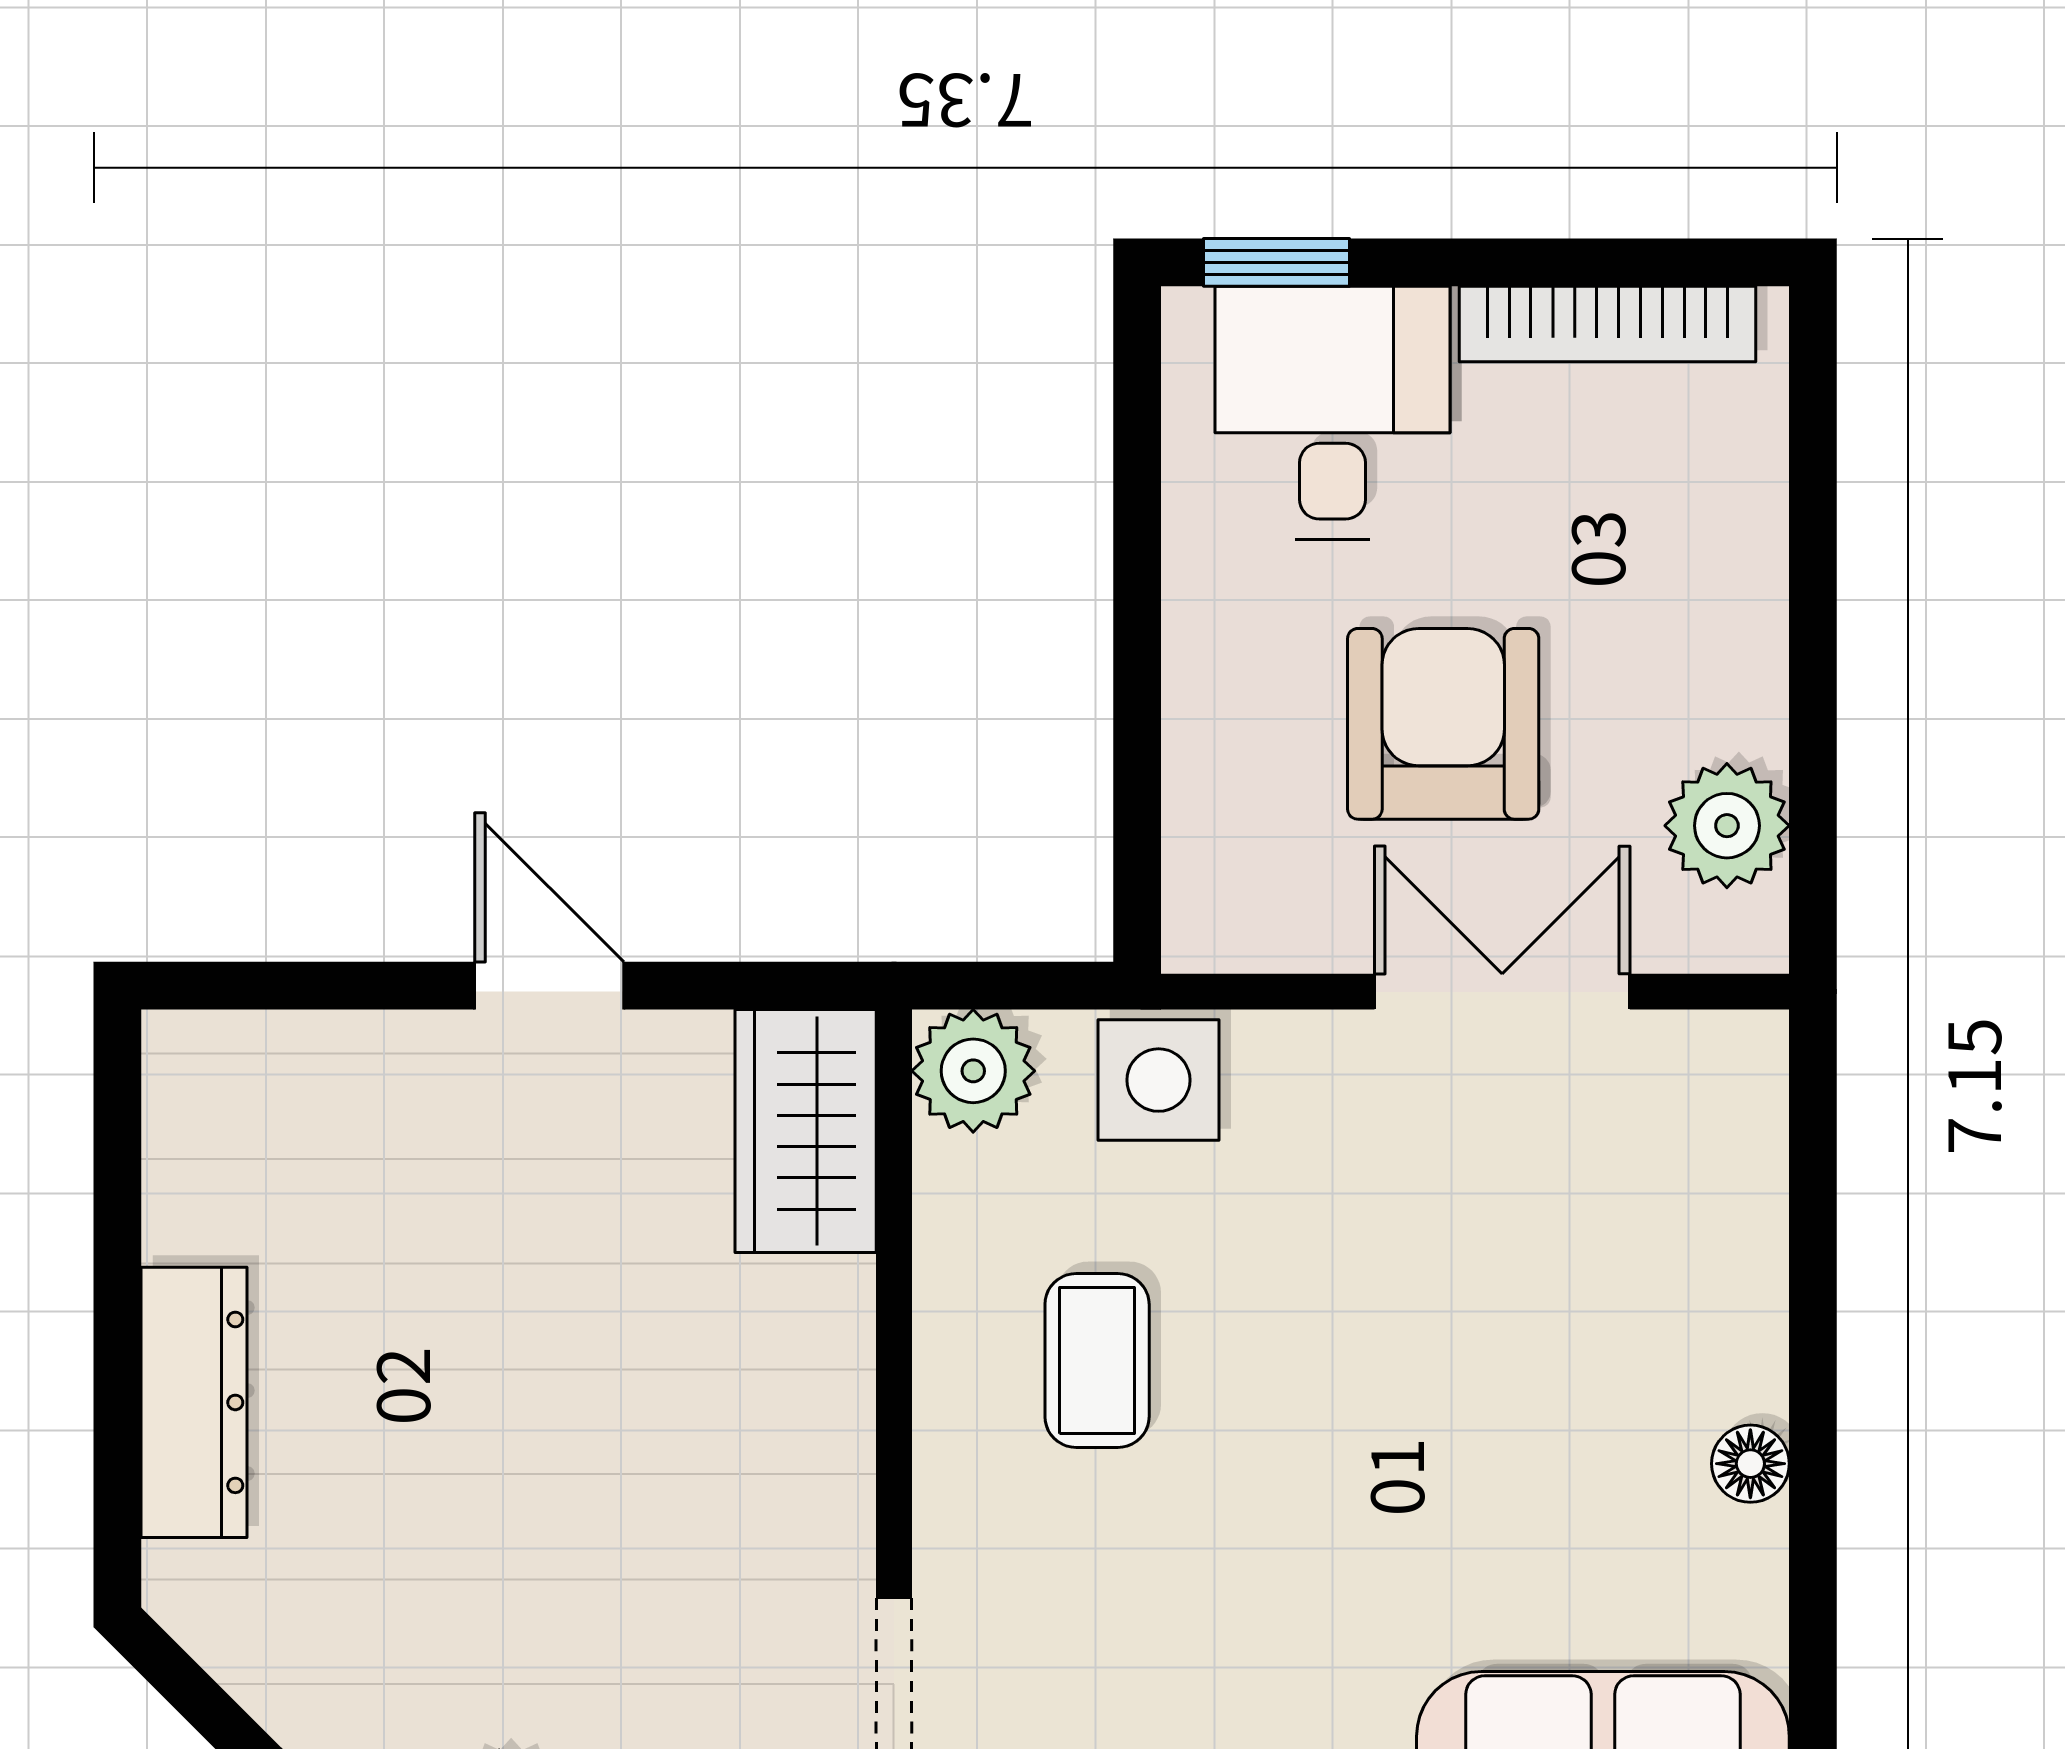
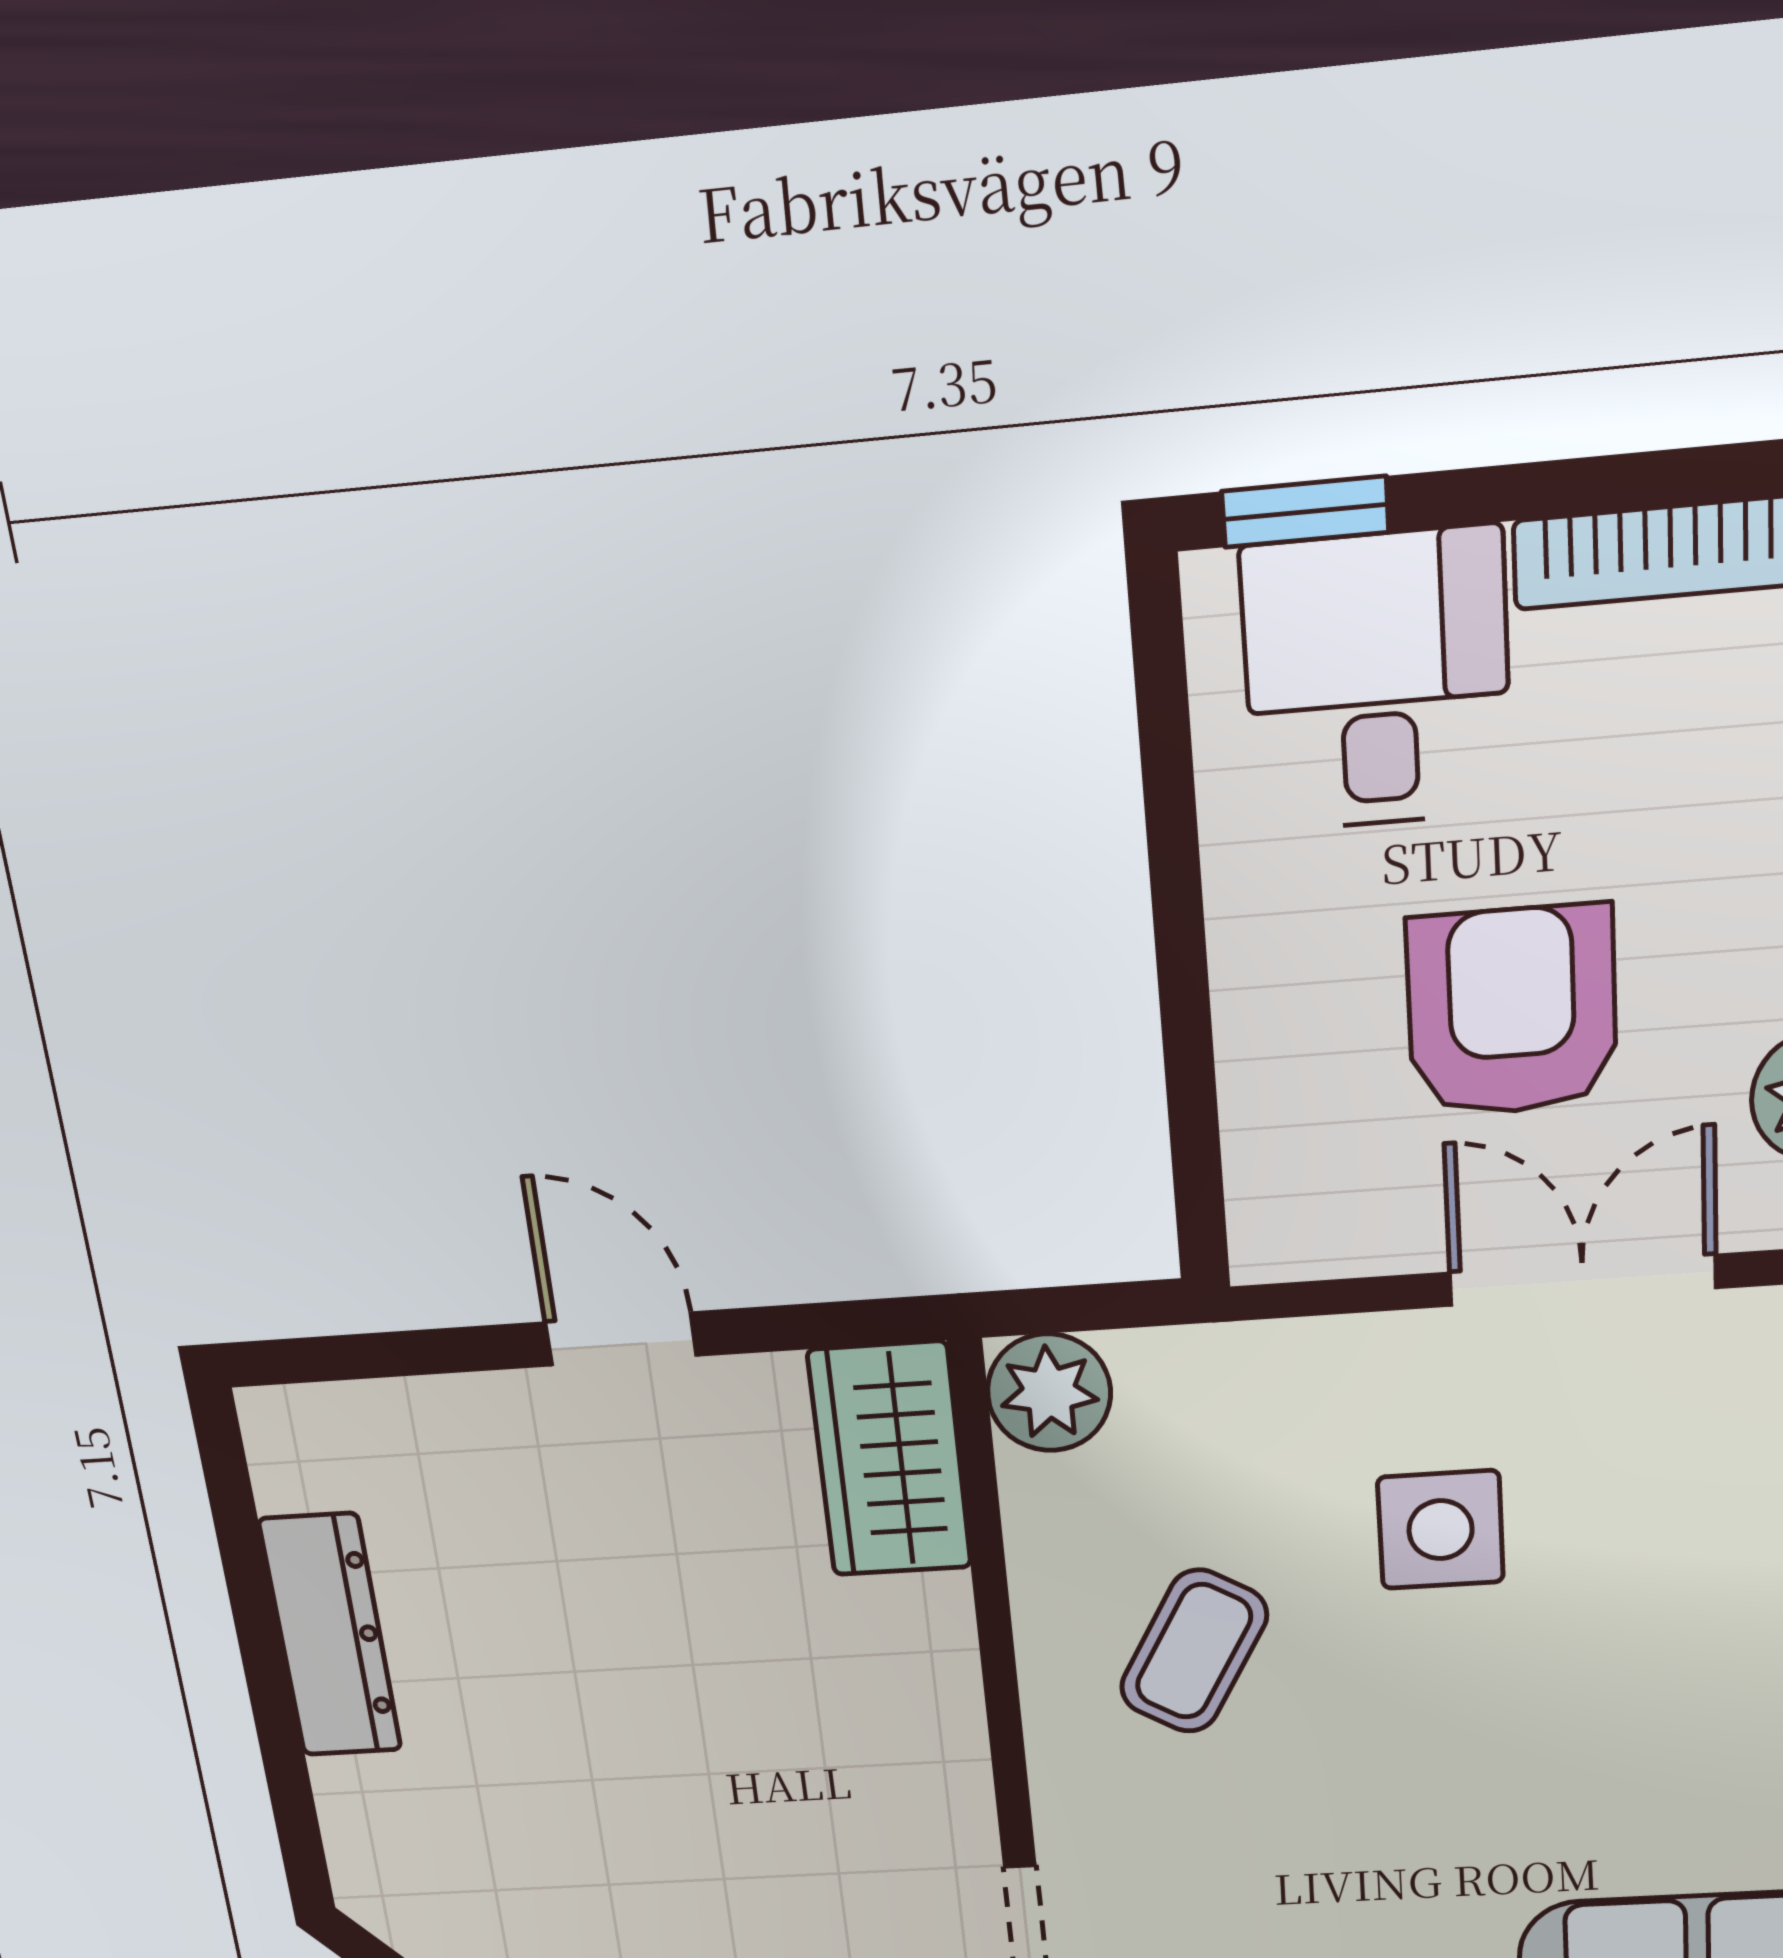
side table: (1158, 1080) -> (1441, 1530), moved
coffee table: (1097, 1360) -> (1194, 1651), turned 30
dresser: (194, 1402) -> (330, 1635), moved

